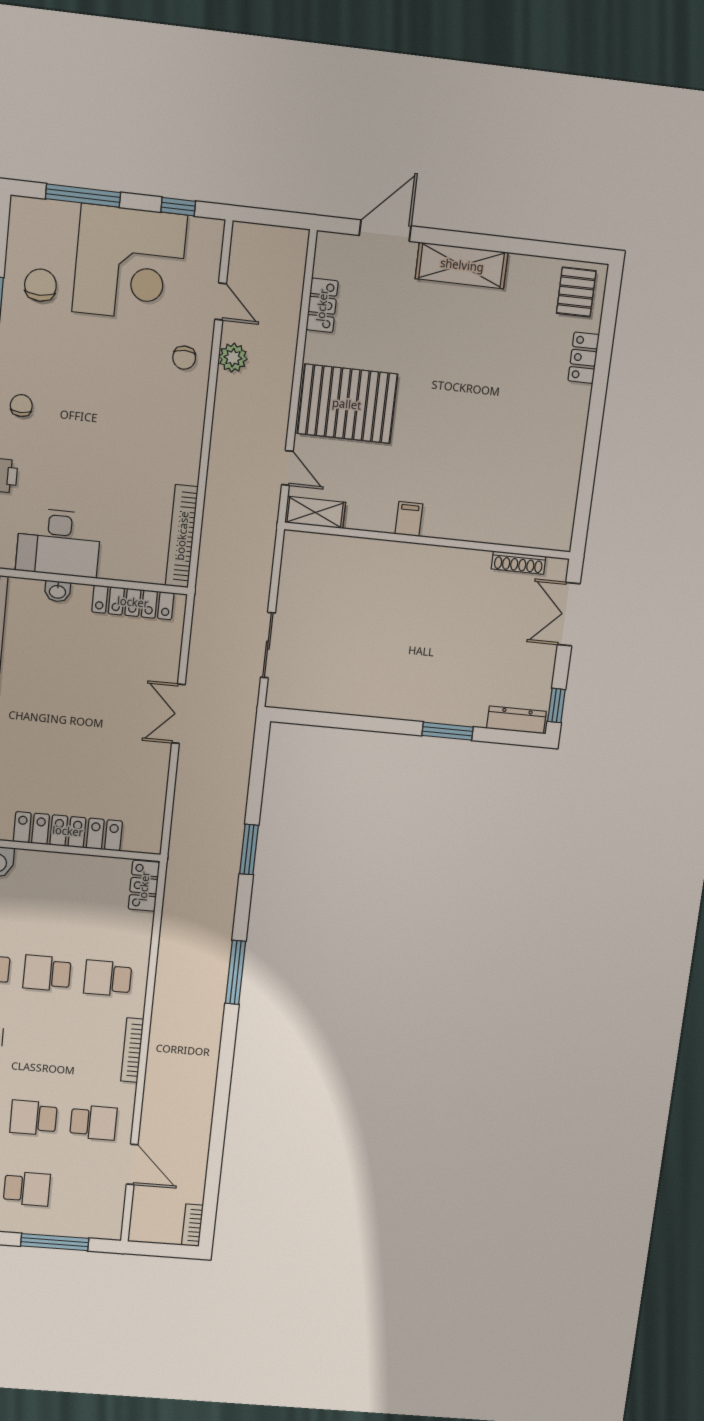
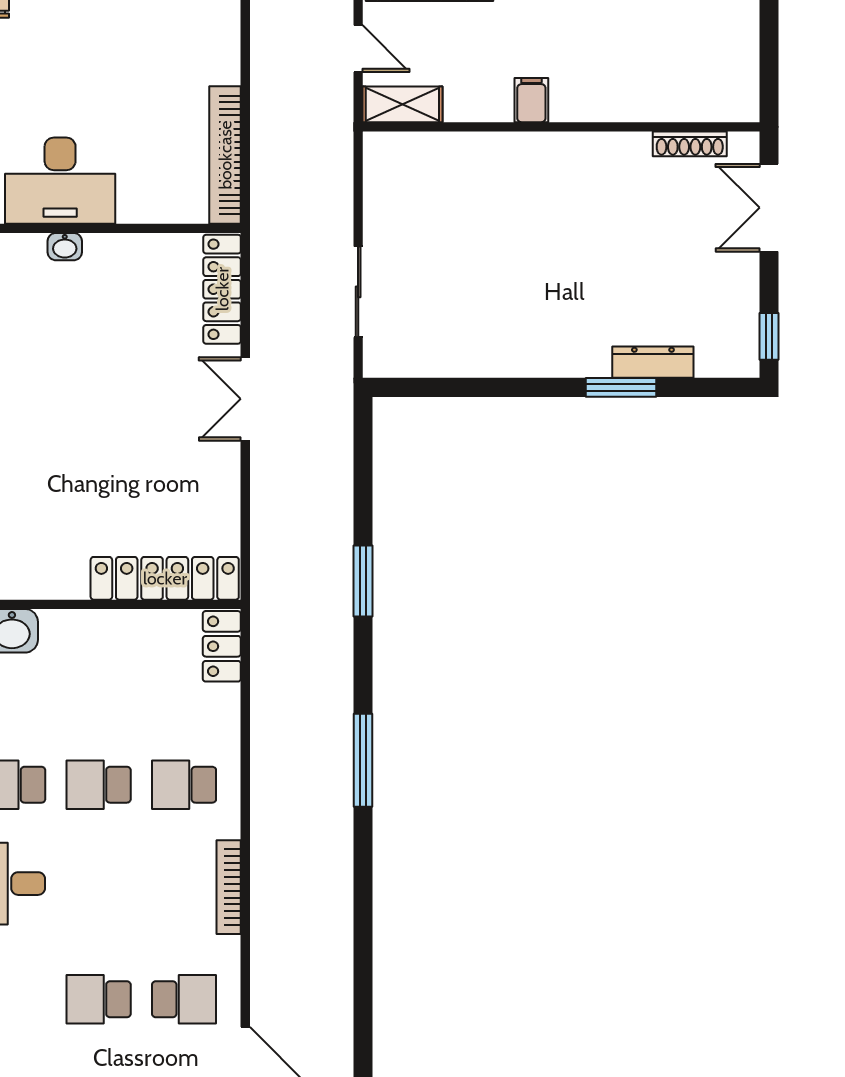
locker: (133, 602) -> (222, 289), moved, turned 90
dresser: (516, 720) -> (653, 362), moved
locker: (68, 831) -> (165, 578), moved

